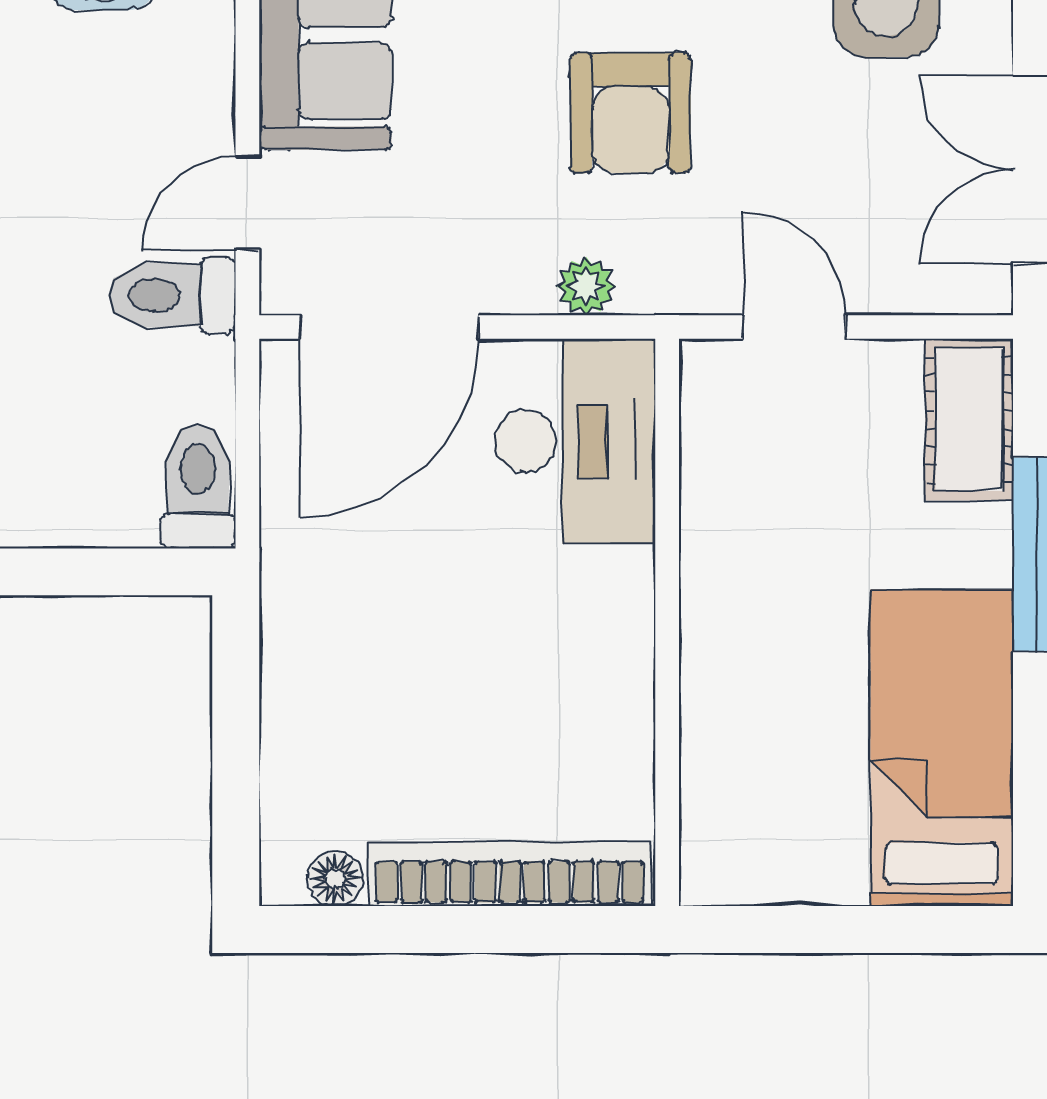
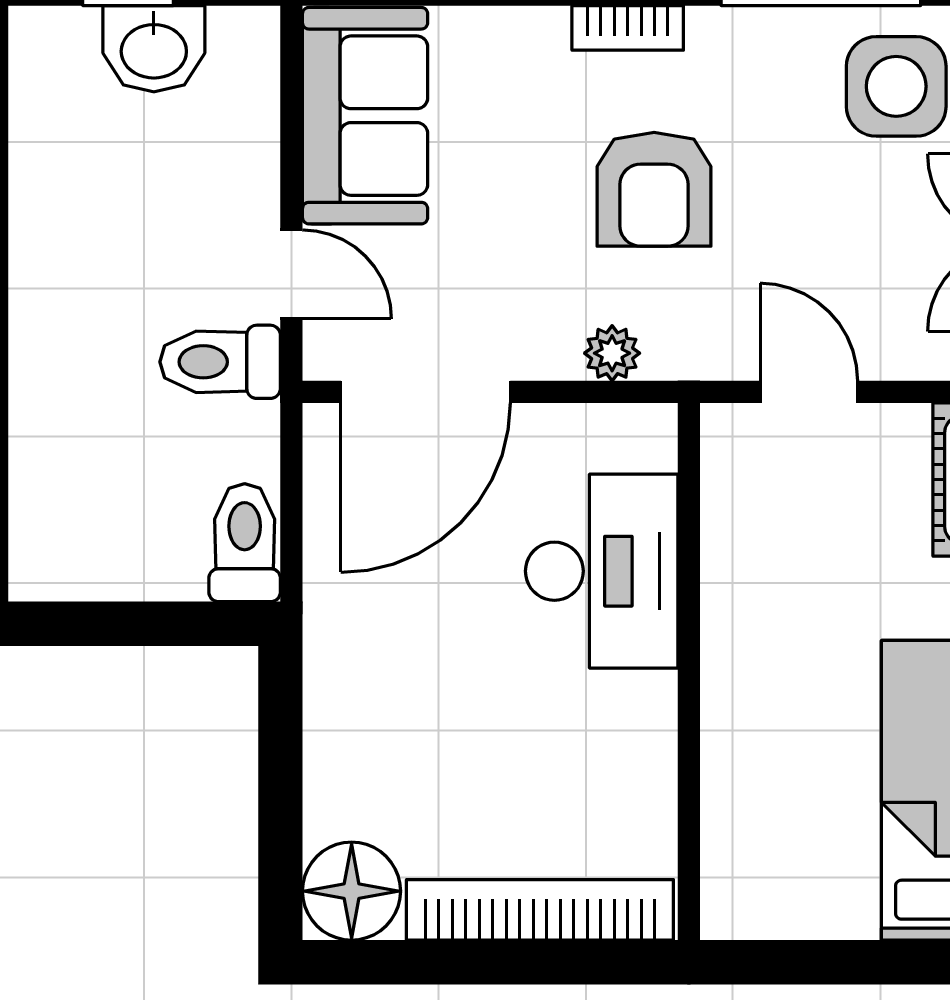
door: (247, 203) -> (291, 274), swing flipped
desk: (575, 441) -> (602, 571), moved
floor lamp: (335, 879) -> (352, 891), width x1.89, depth x1.89

